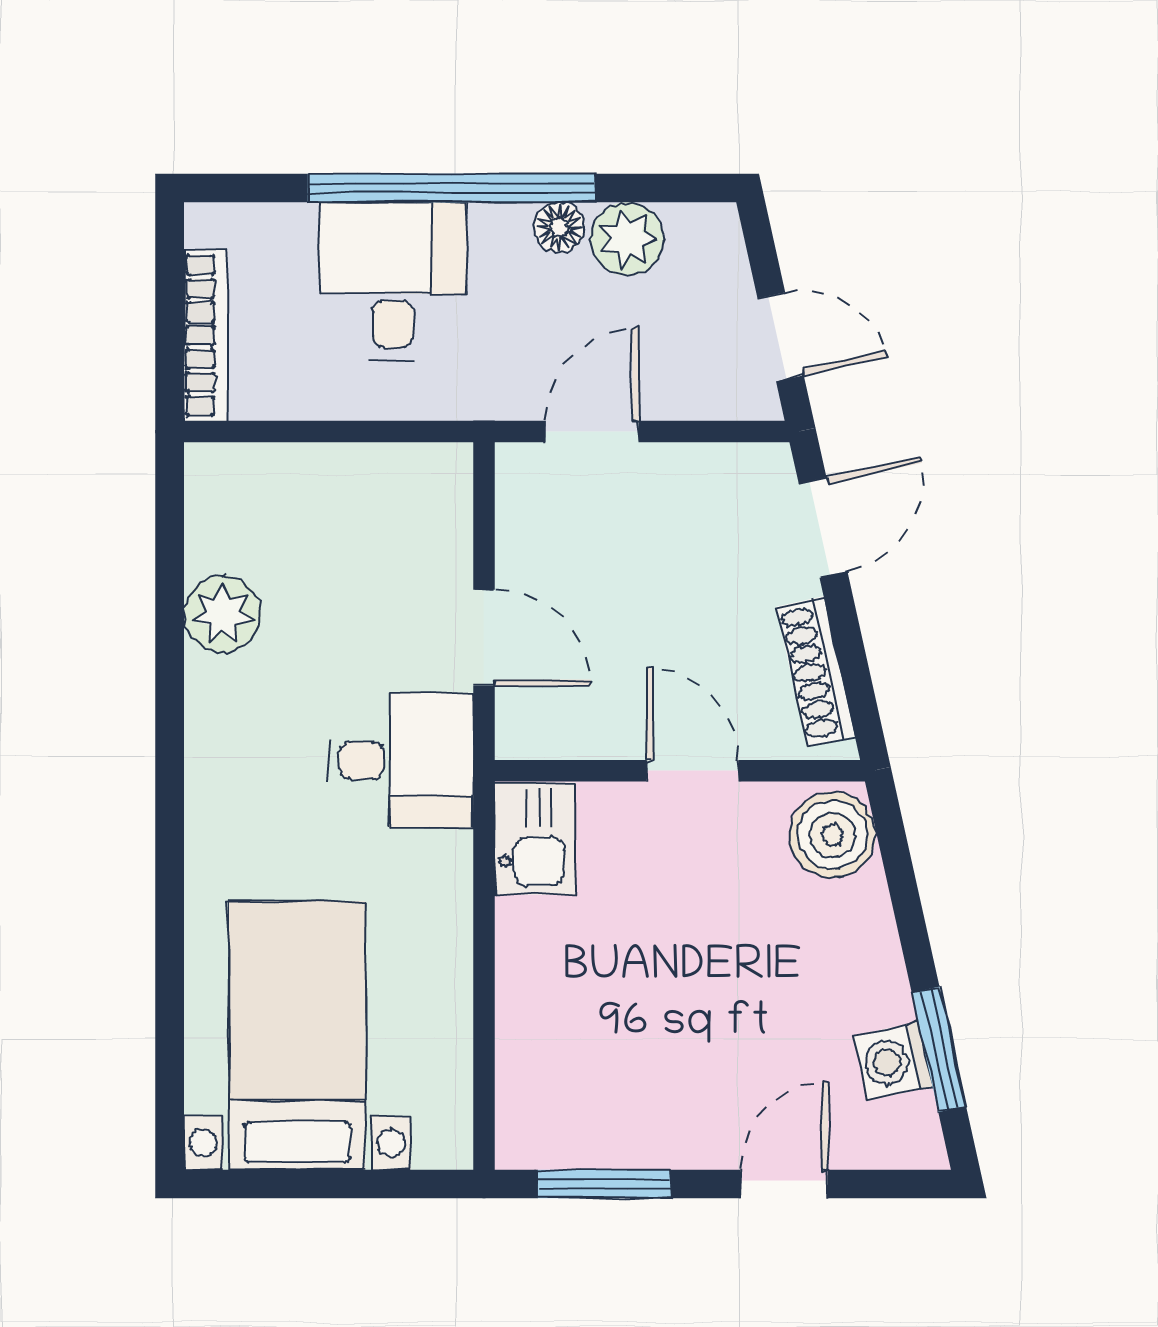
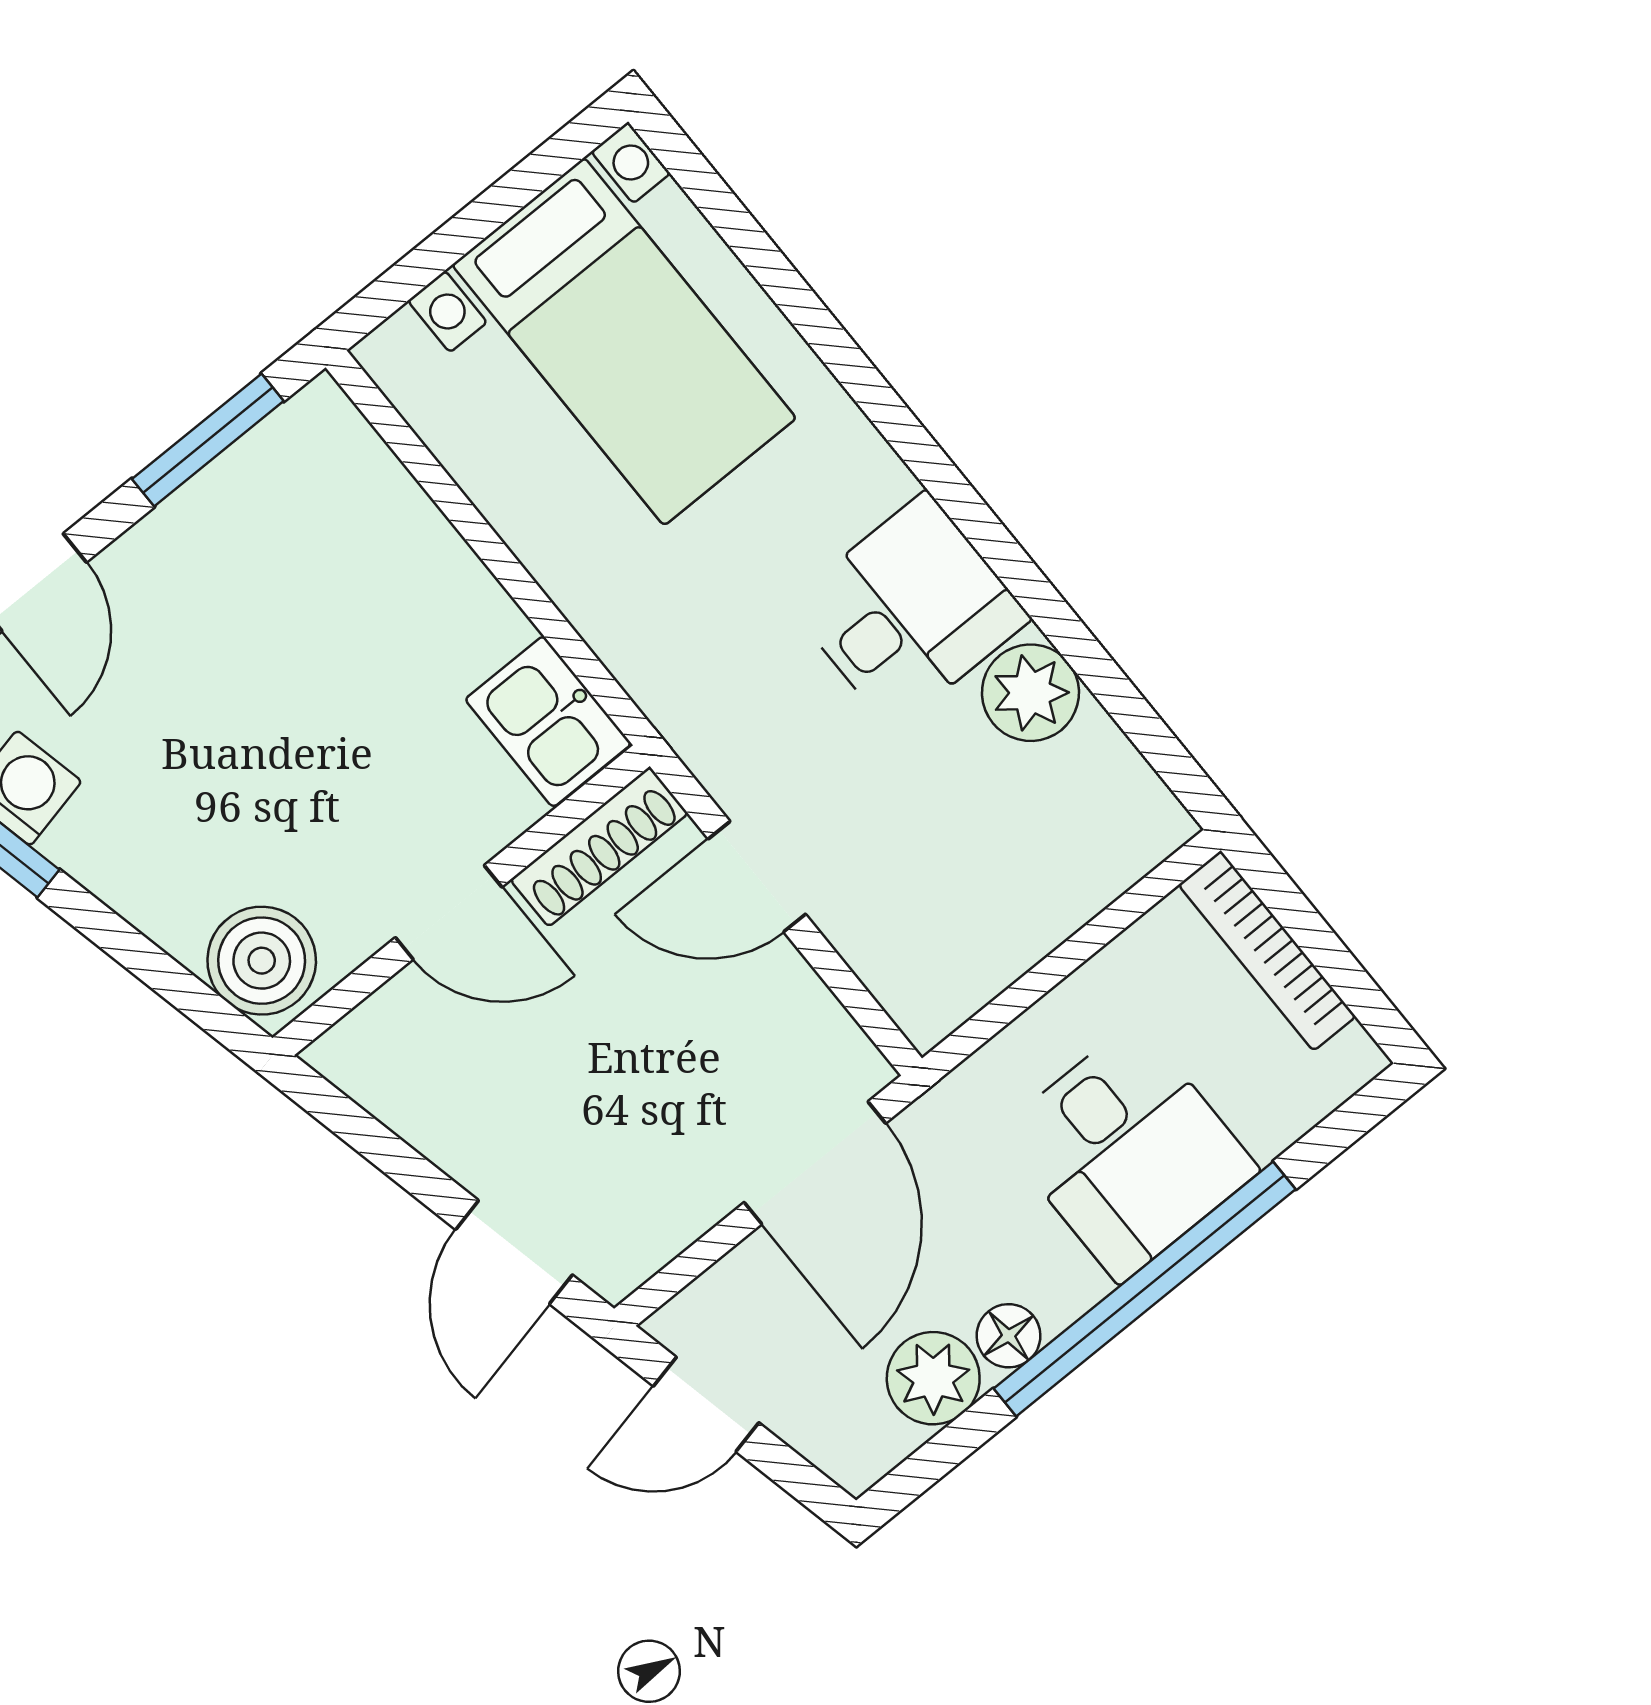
door: (592, 432) -> (815, 1163), width x1.38
shoe rack: (815, 672) -> (599, 847), moved, turned 103
desk: (401, 760) -> (909, 611), moved, turned 180

